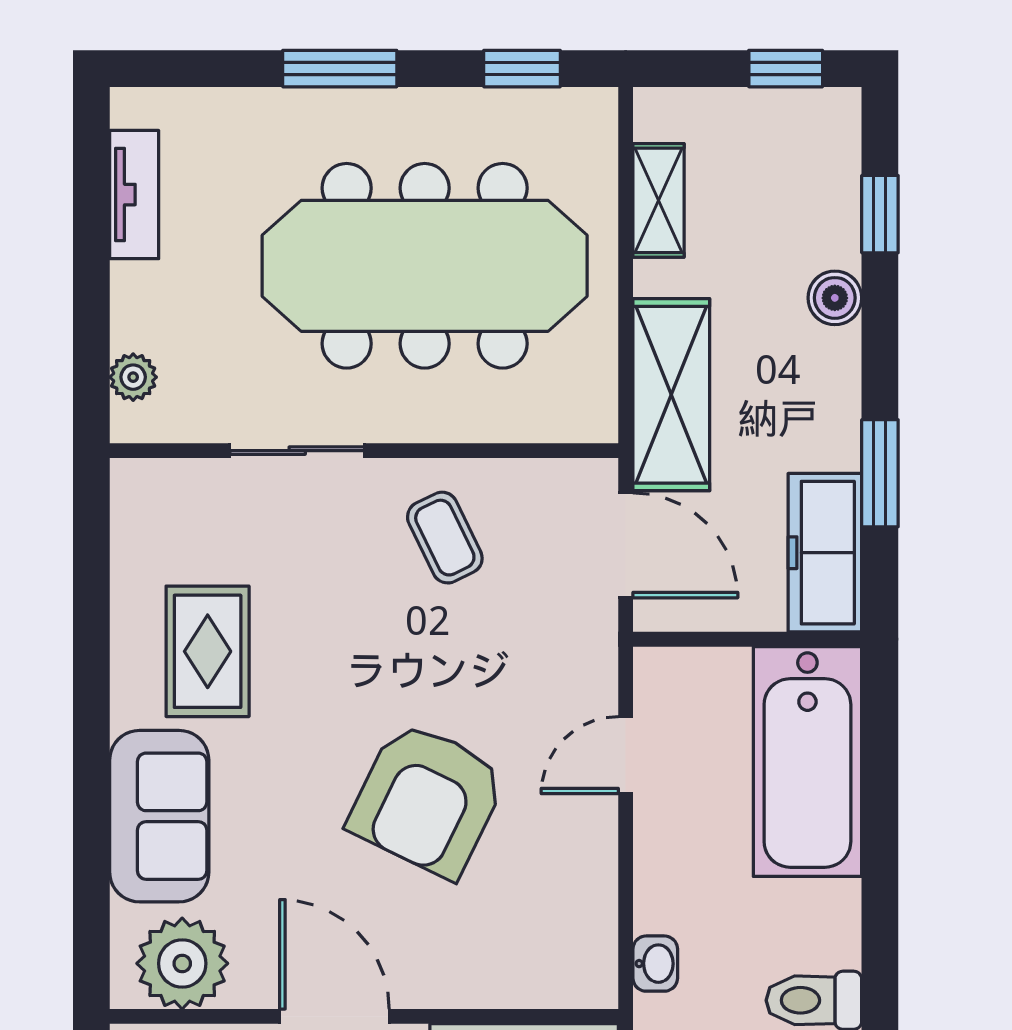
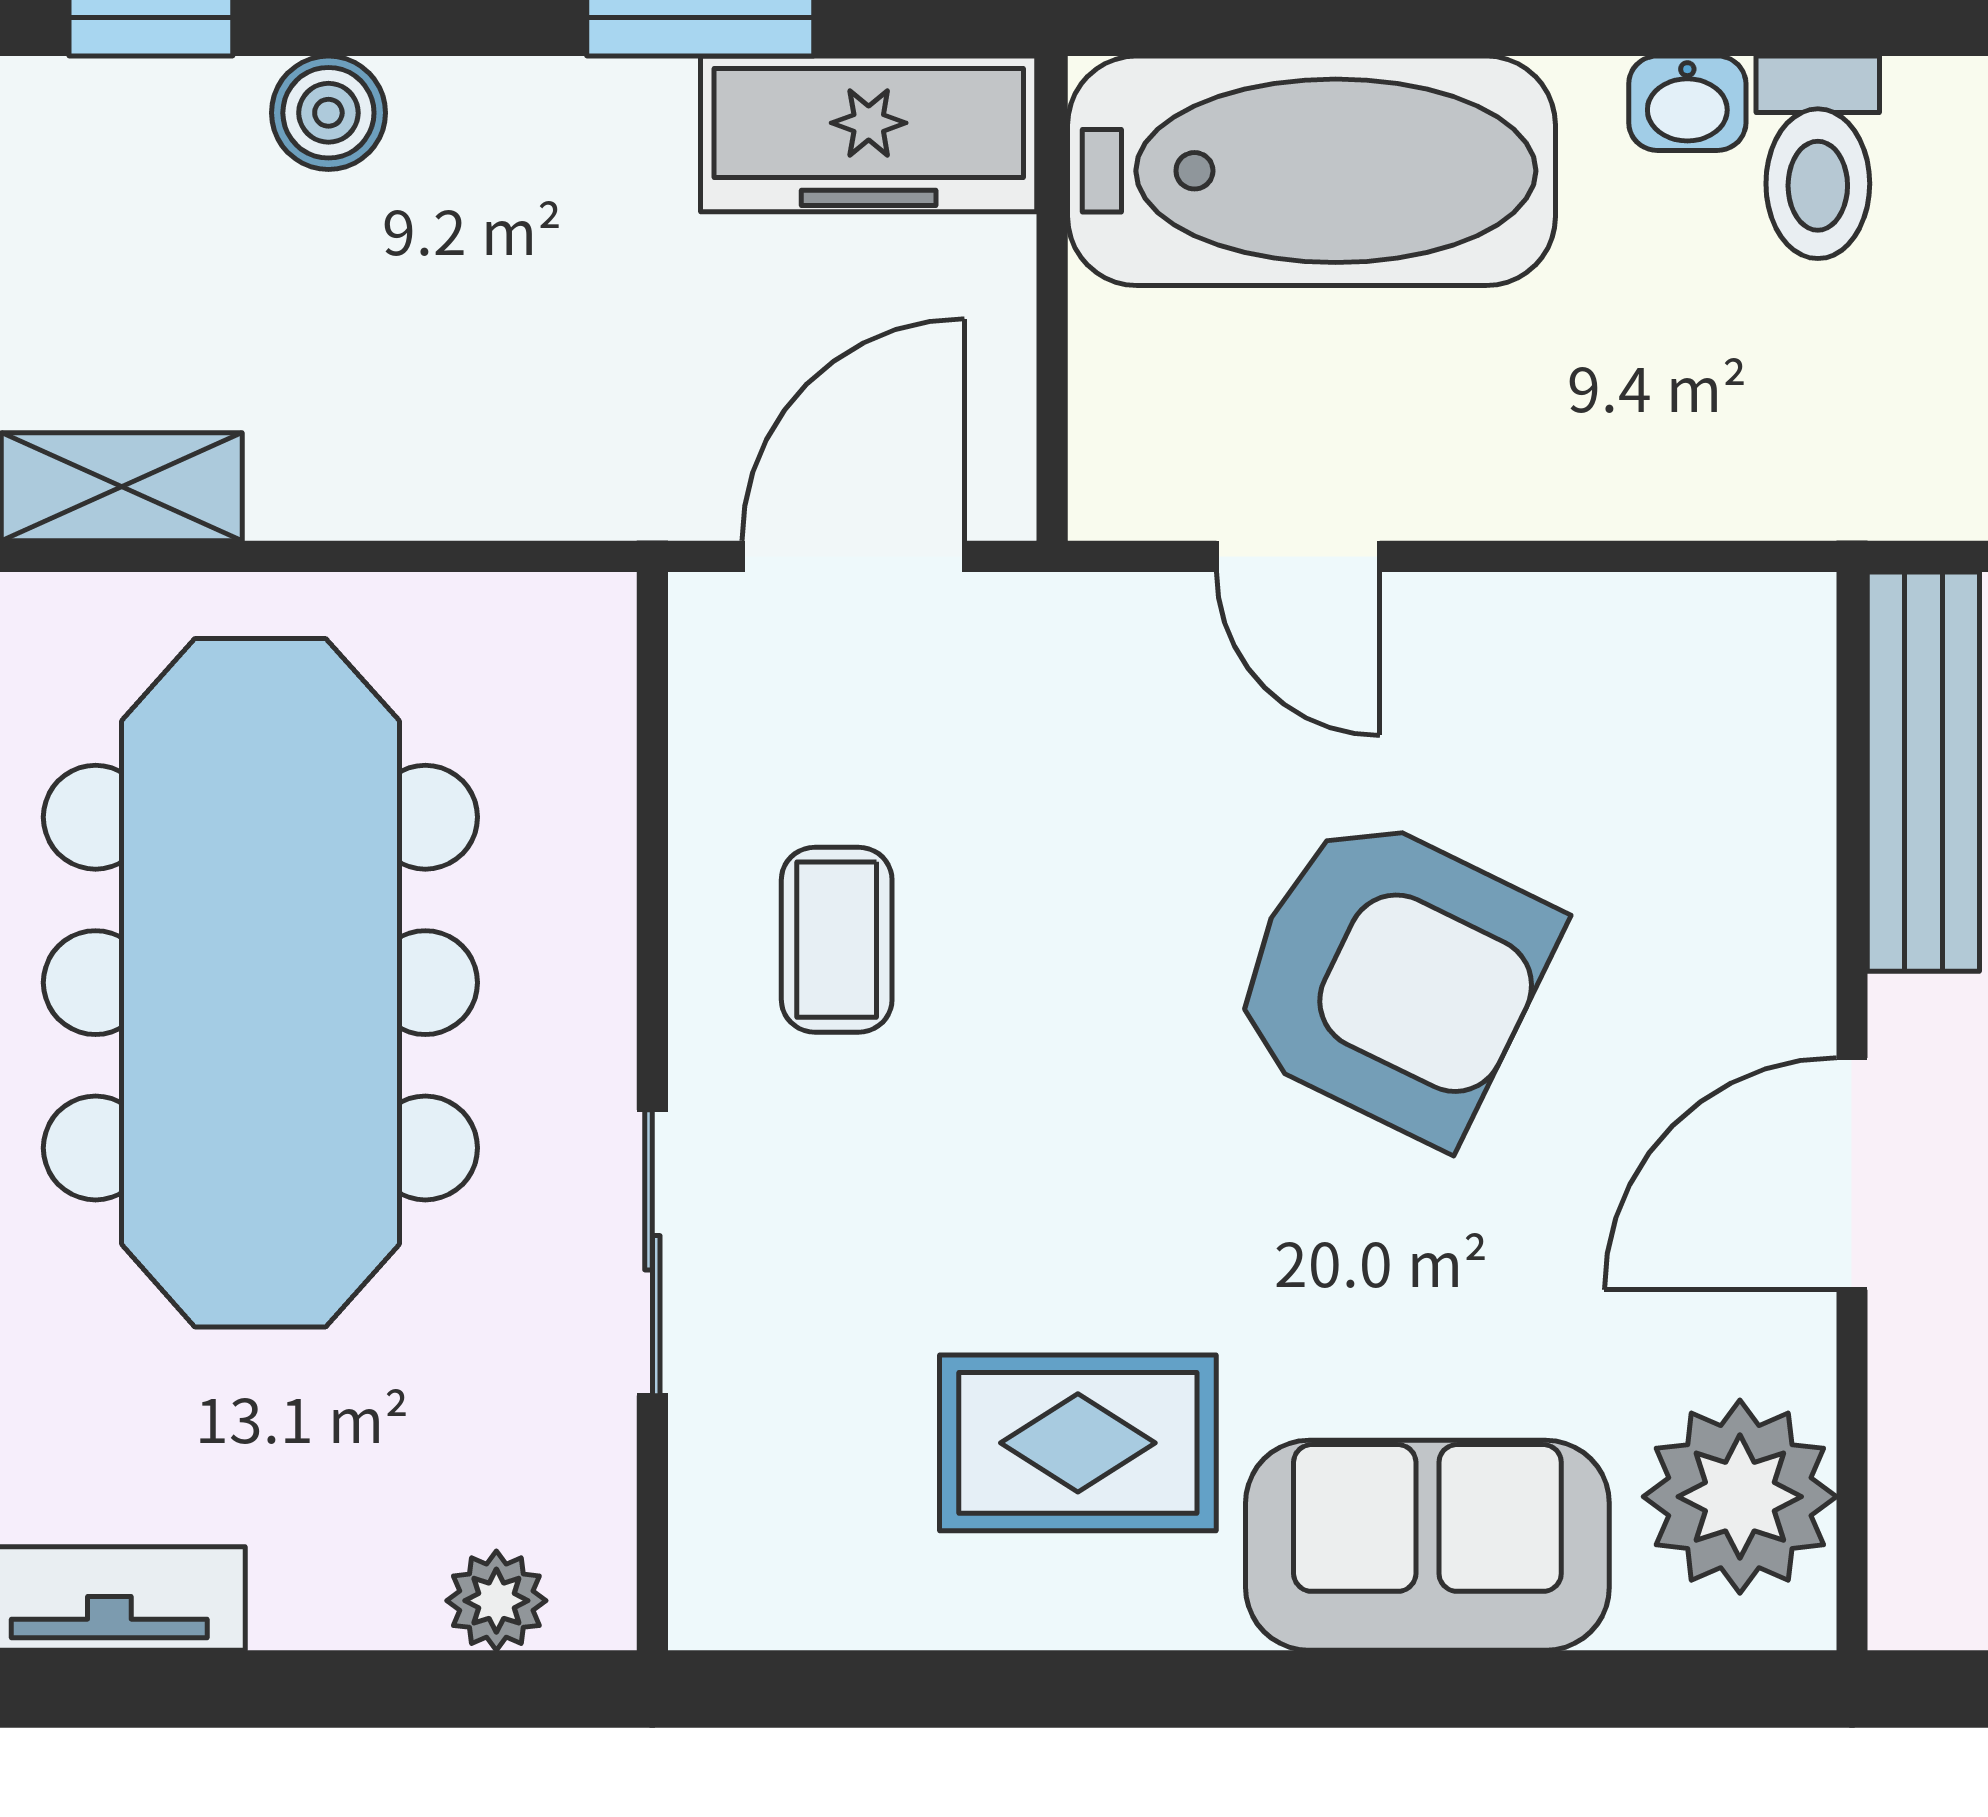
shelving: (671, 395) -> (534, 459), removed
coffee table: (445, 538) -> (837, 940), turned -64
washbasin: (655, 964) -> (1687, 103), moved, turned 180

